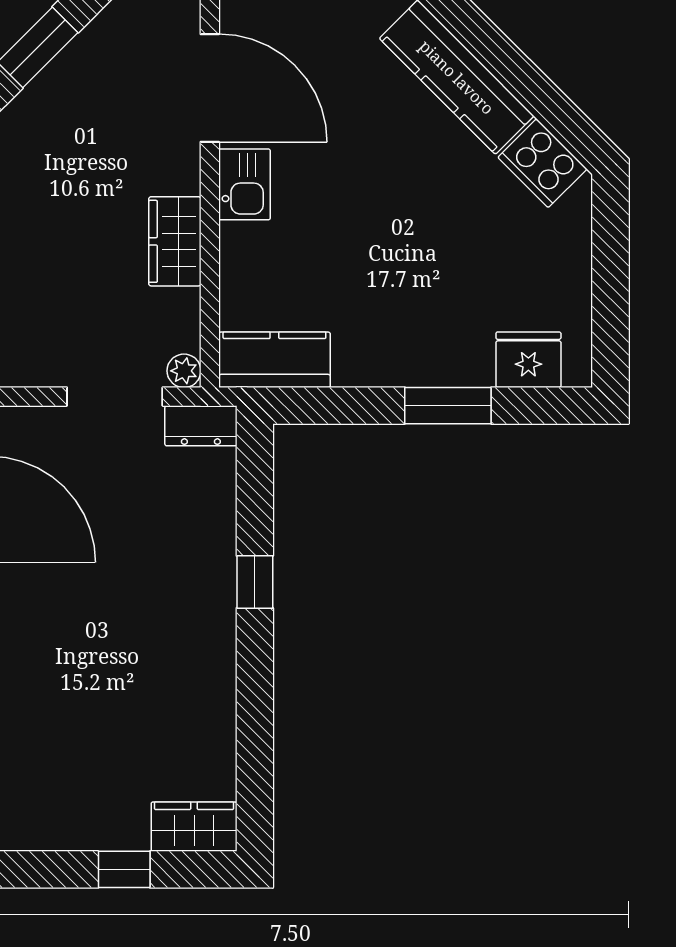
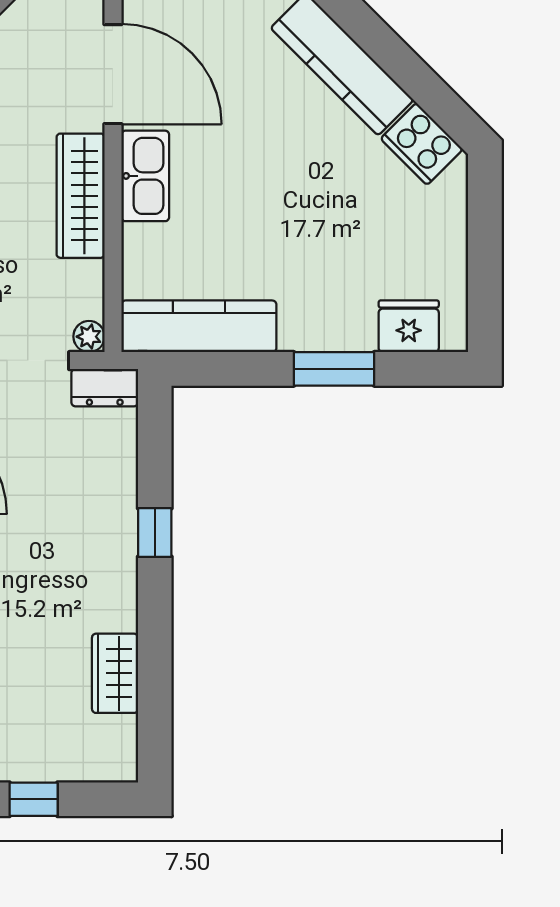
kitchen sink: (244, 184) -> (145, 176), width x1.38
wardrobe: (175, 241) -> (81, 196), width x1.50
kitchen counter: (274, 360) -> (199, 326), width x1.50
wardrobe: (194, 827) -> (115, 673), moved, turned -90

